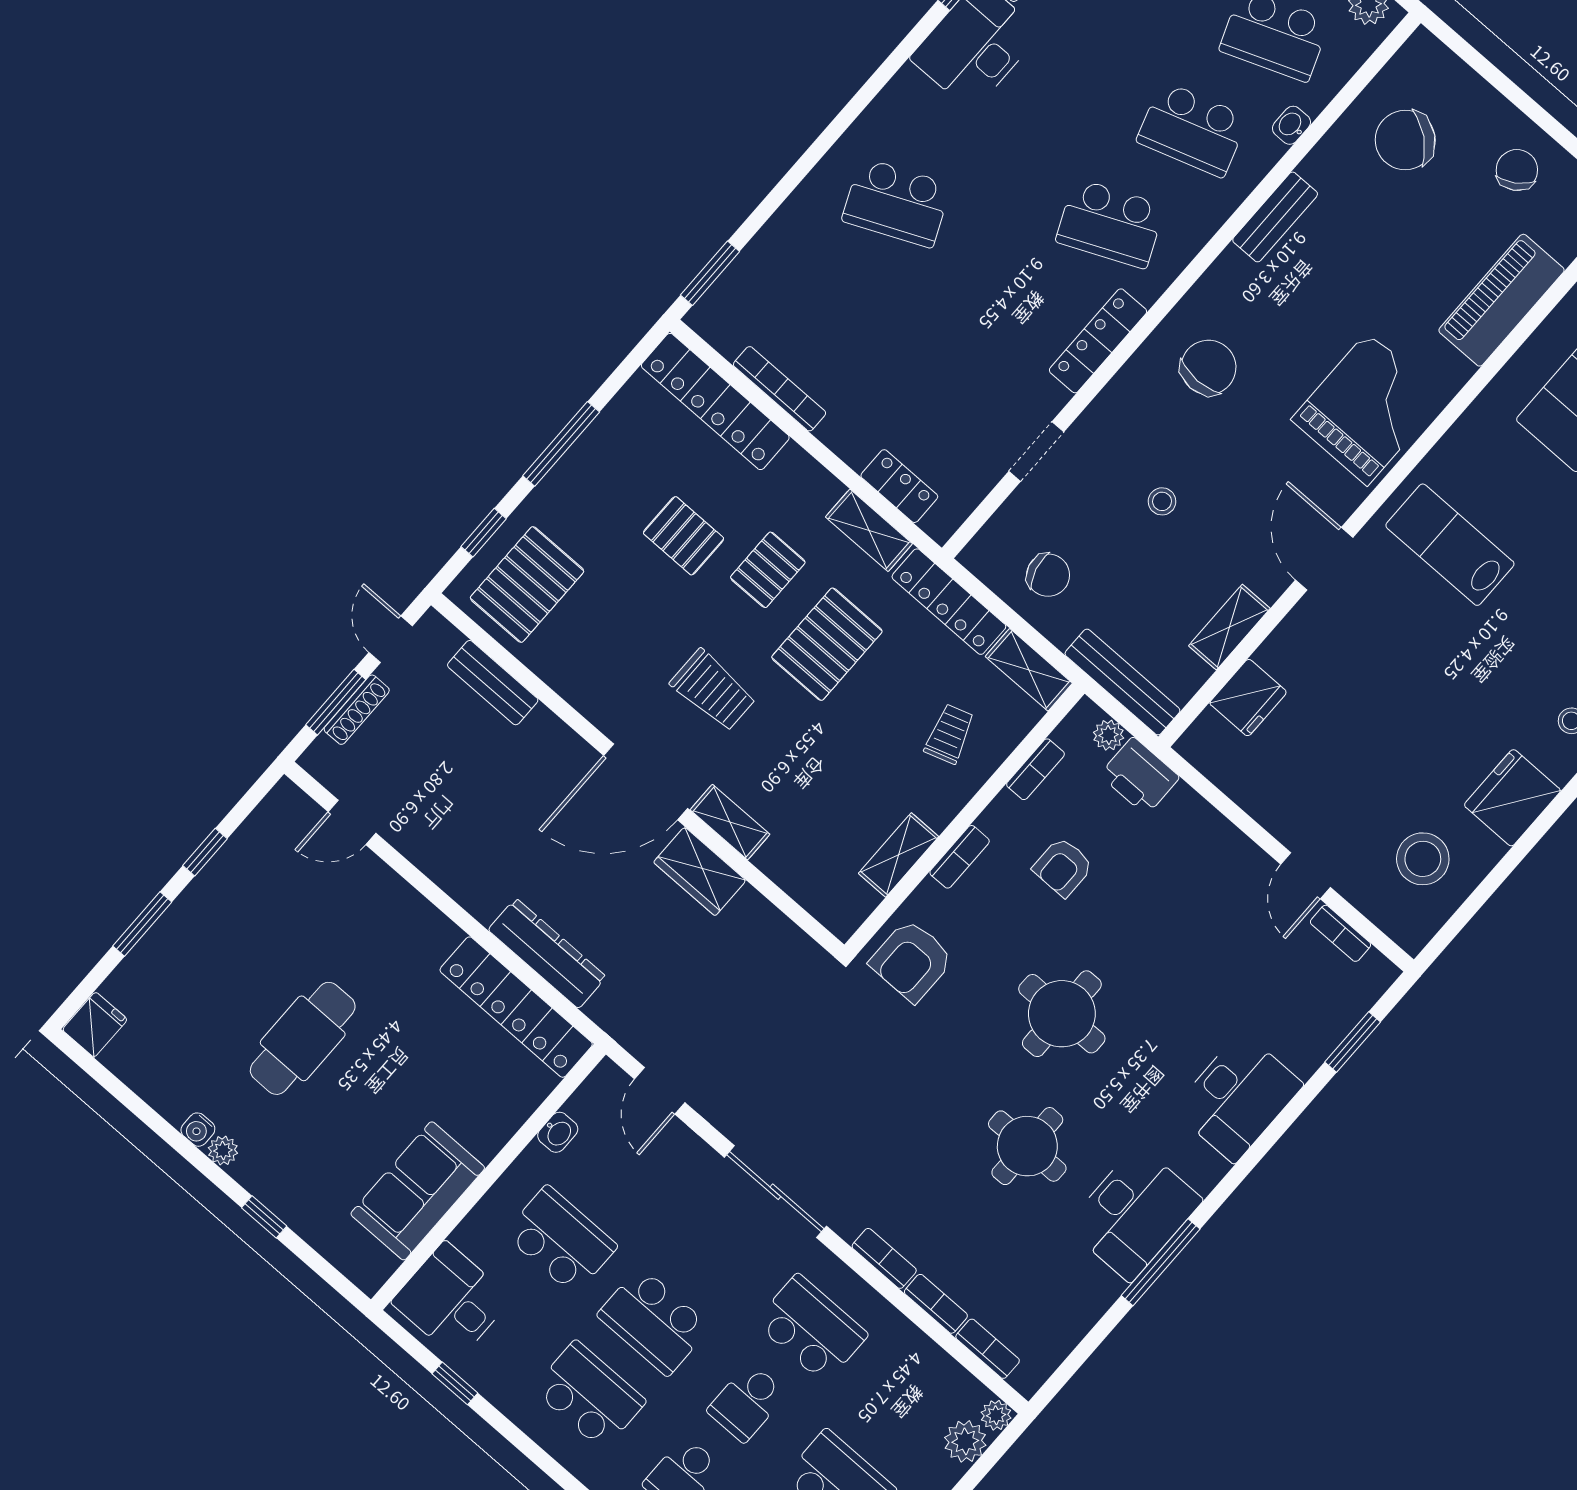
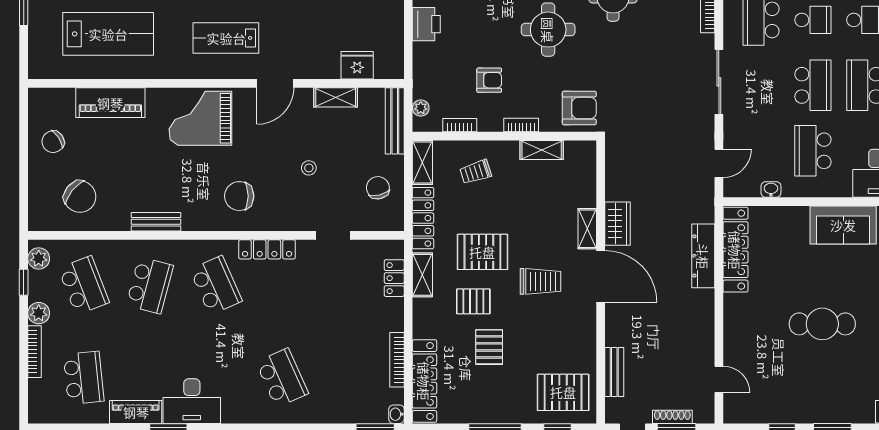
washbasin: (1291, 125) -> (396, 414), moved, turned 90
school desk: (1192, 129) -> (150, 285), turned 33
lab bench: (1450, 545) -> (226, 38), turned 90
trolley: (713, 690) -> (540, 281), turned 90
printer: (1140, 776) -> (426, 24), moved

